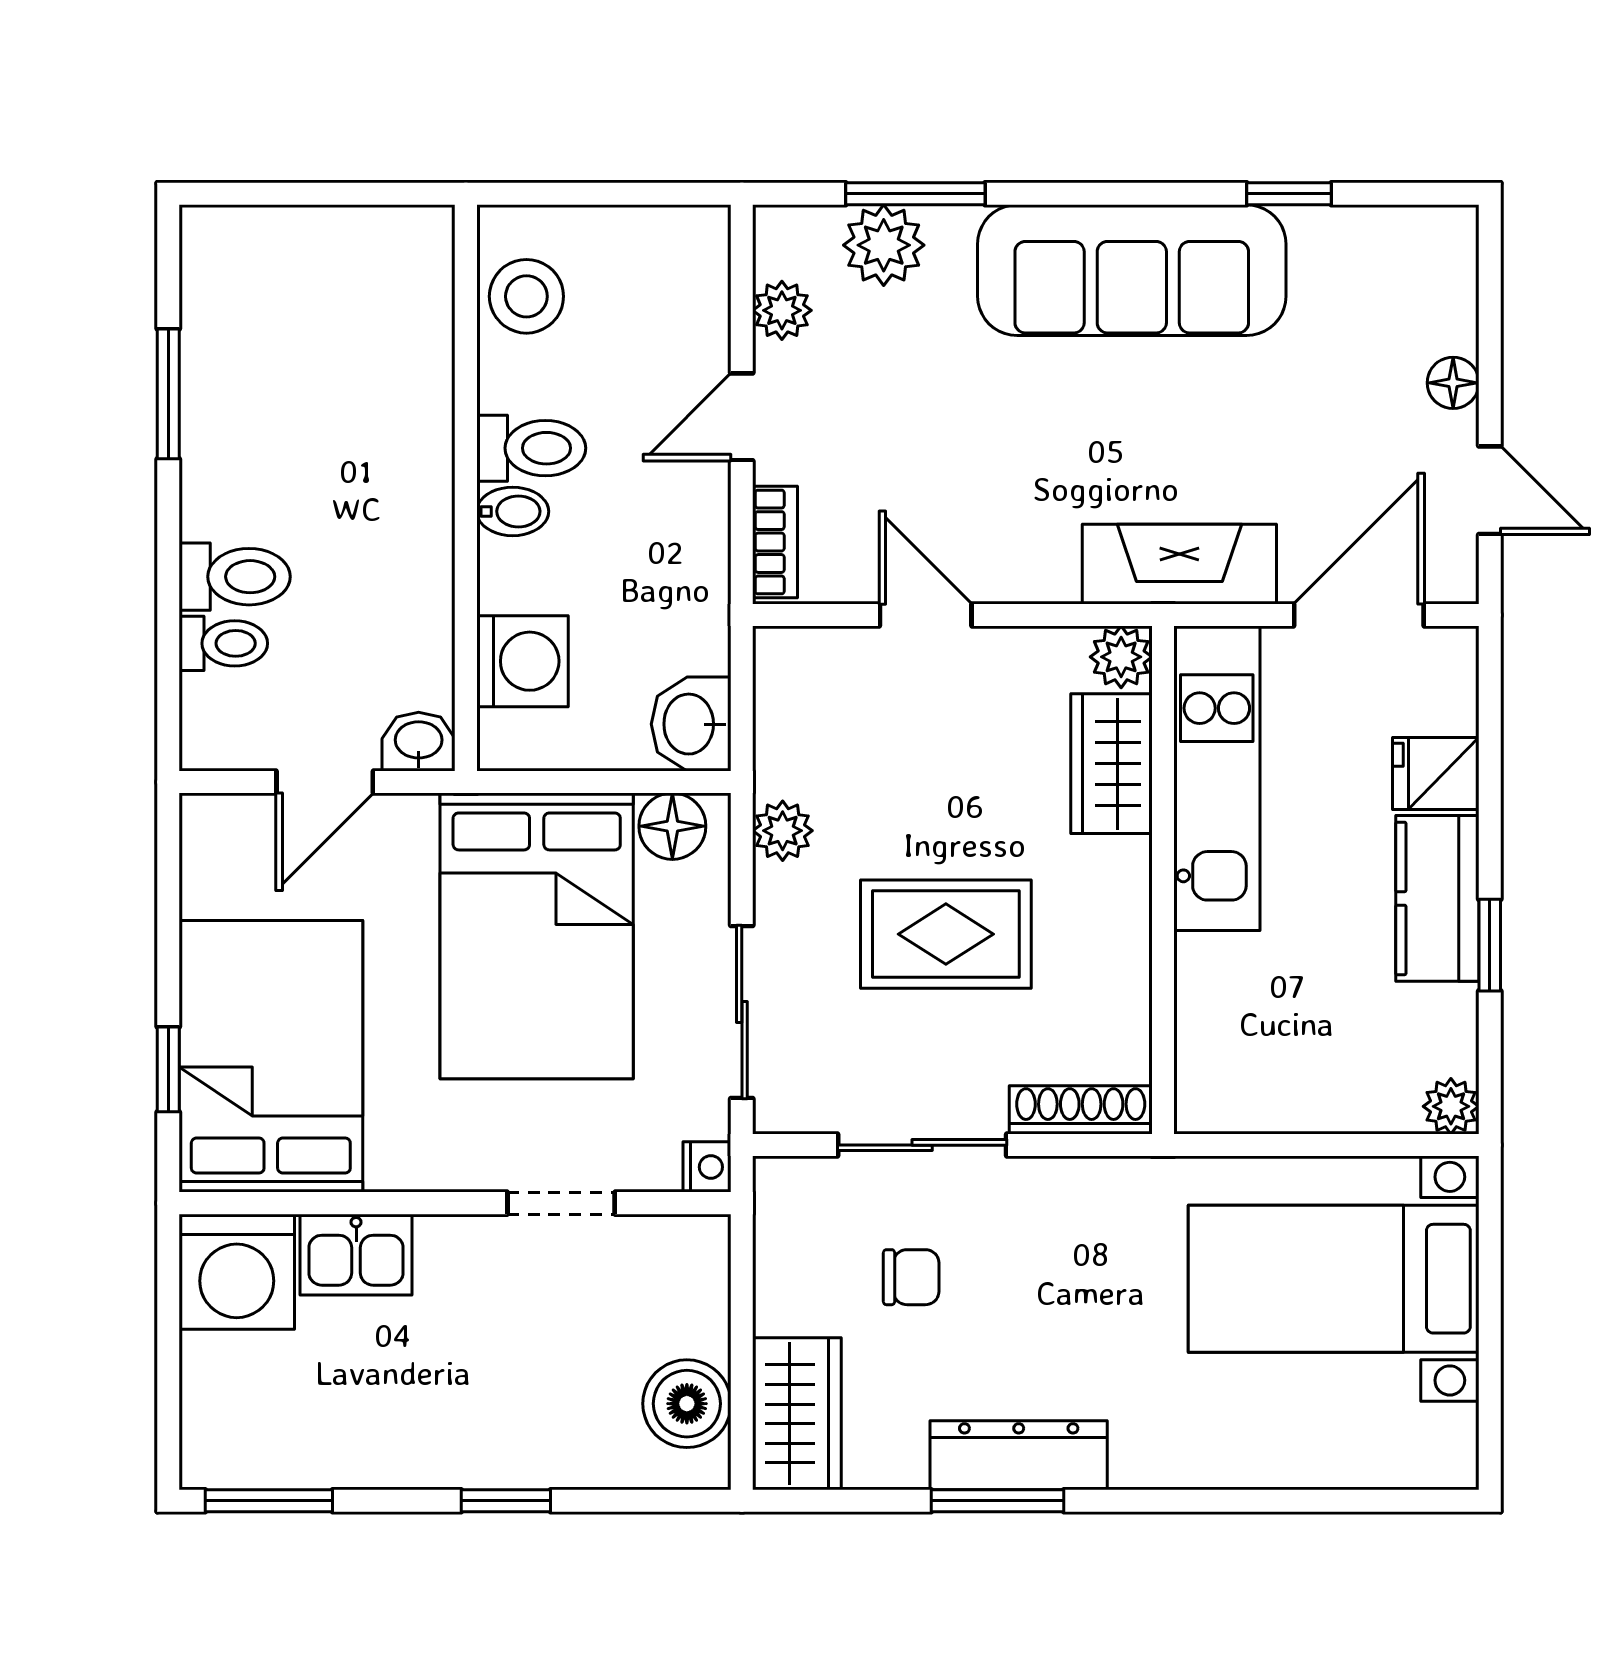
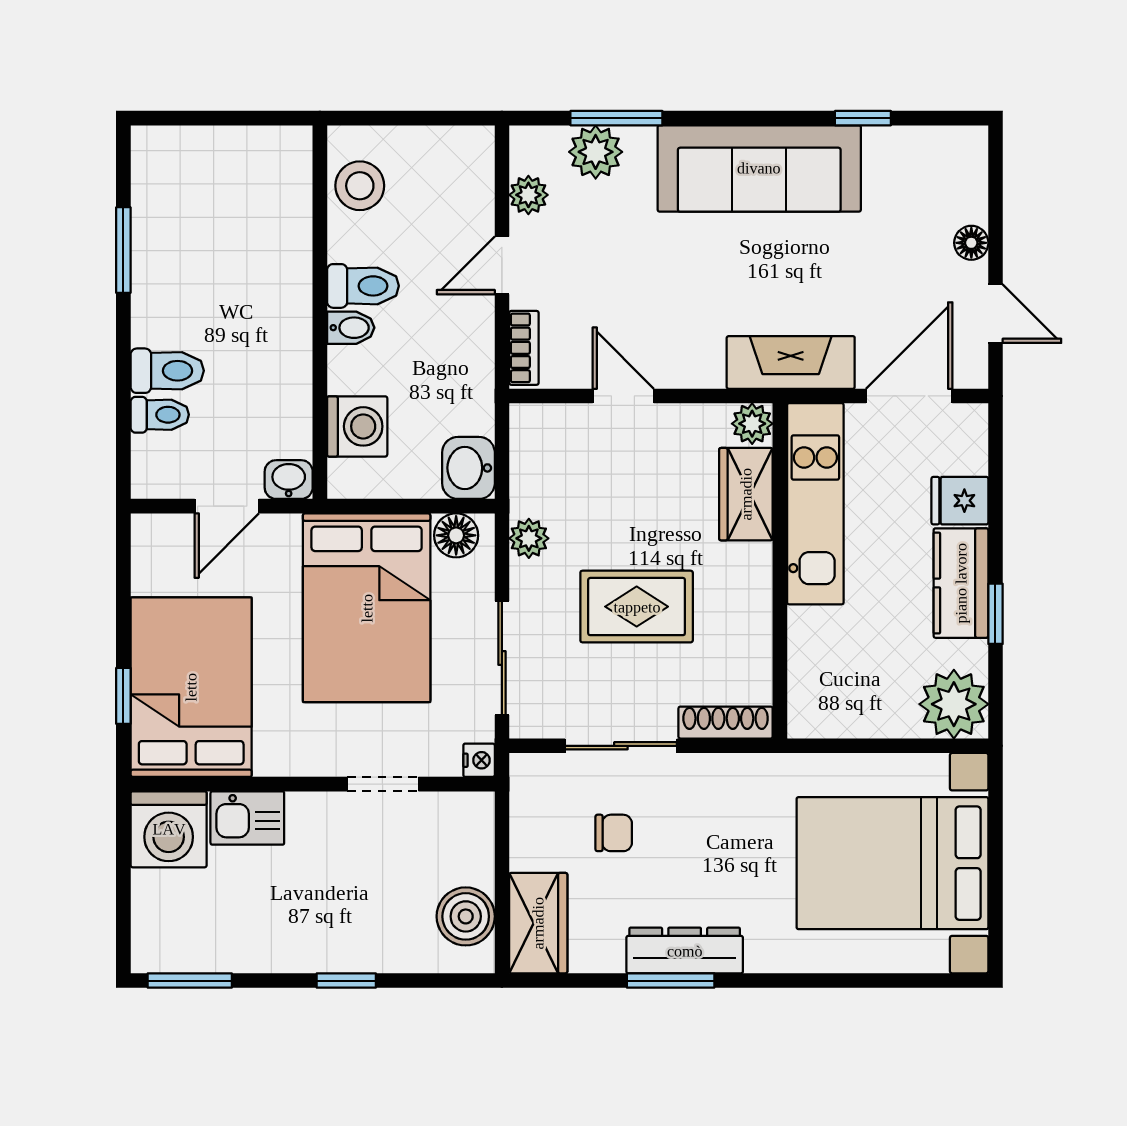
plant: (1451, 1106) -> (954, 704), width x1.88, depth x1.88
bed with nightstands: (1334, 1279) -> (892, 863), width x1.36

